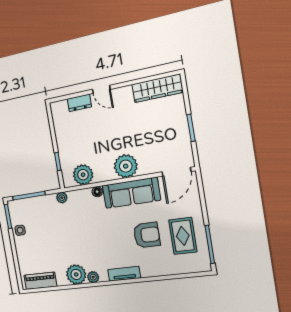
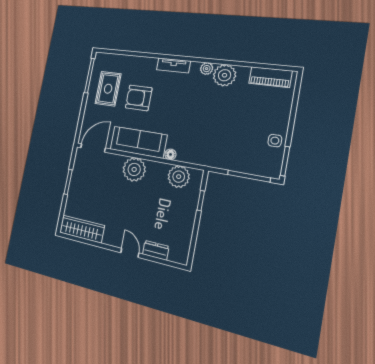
plant: (62, 198) -> (210, 161), removed

